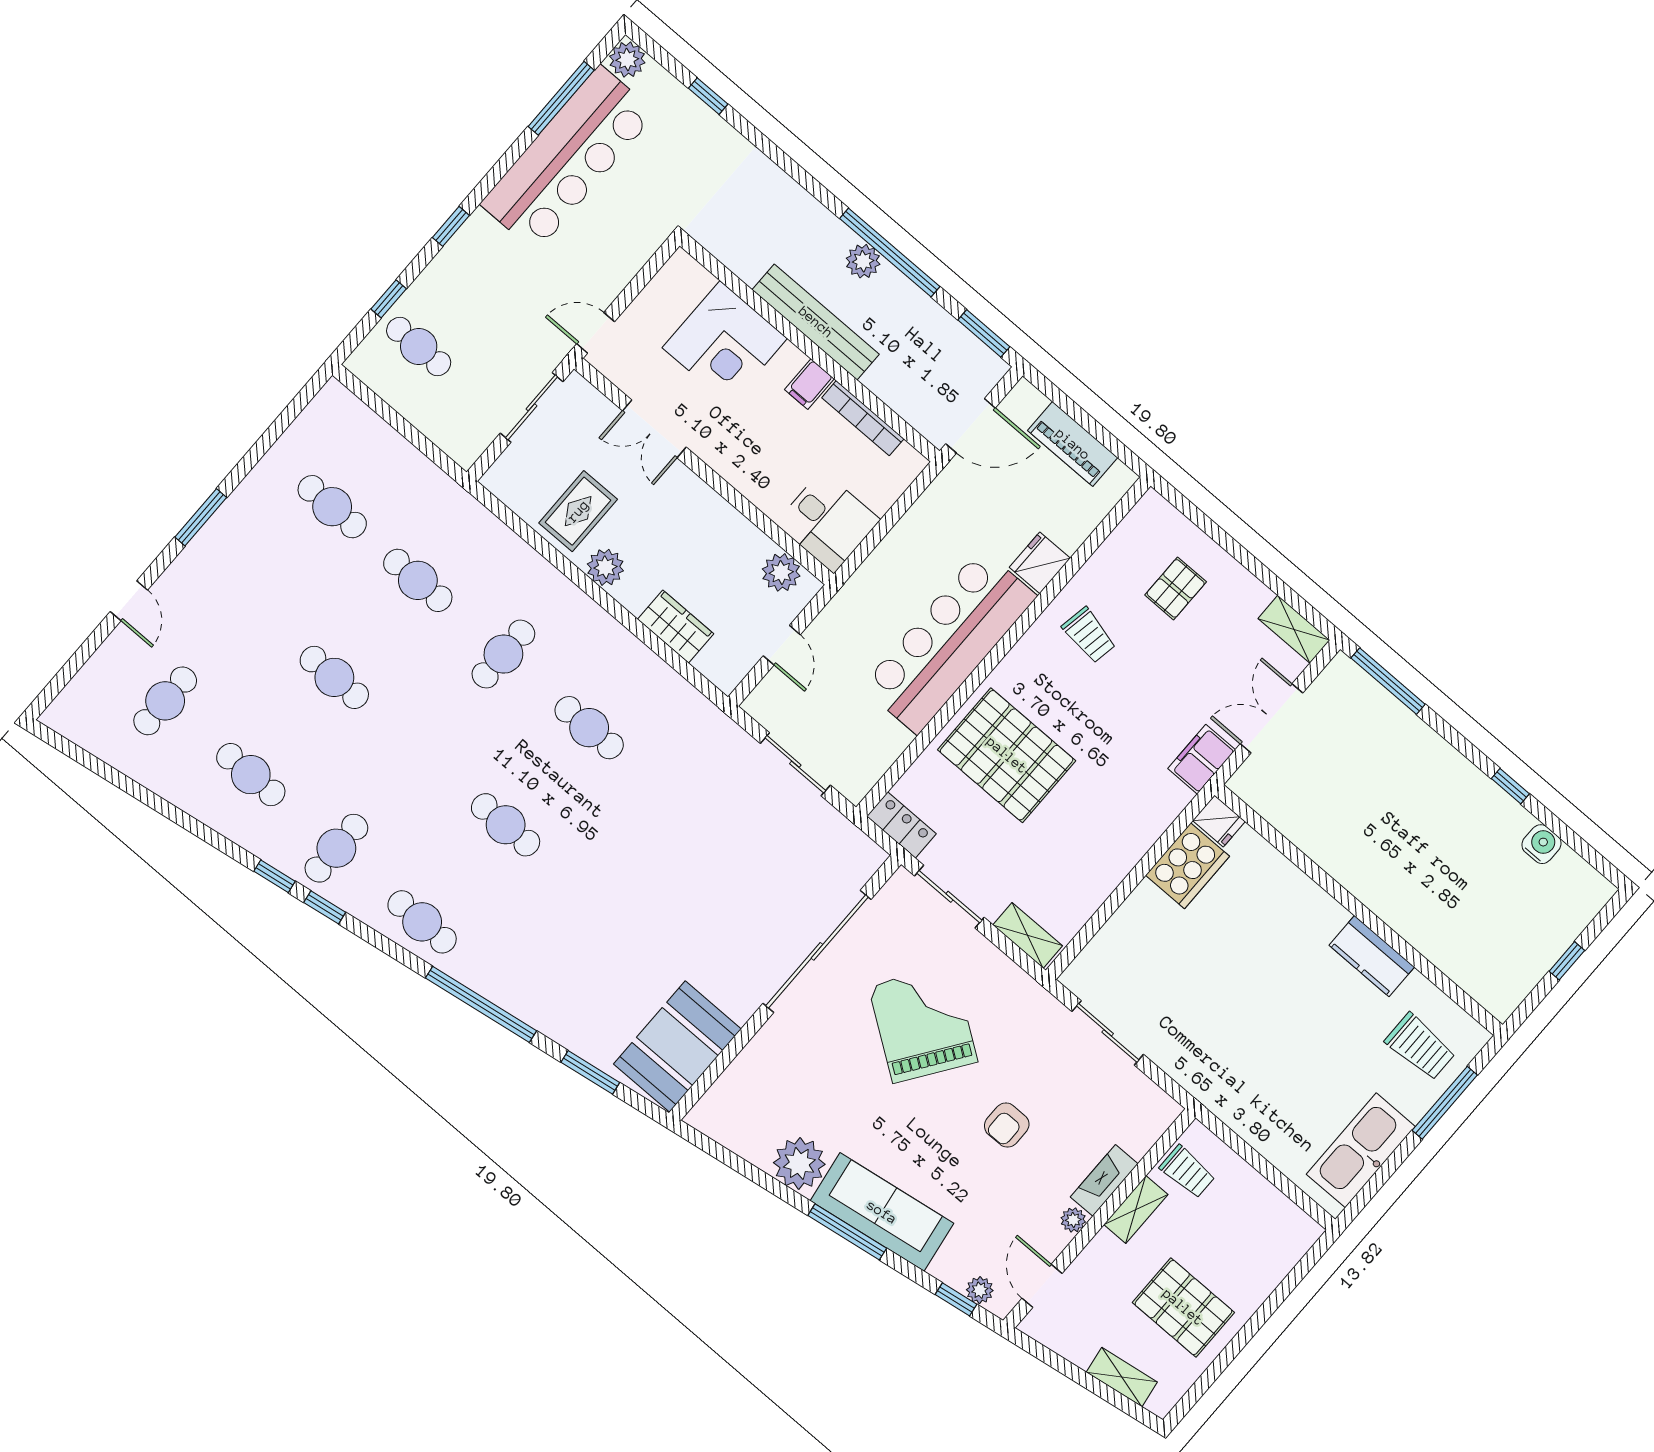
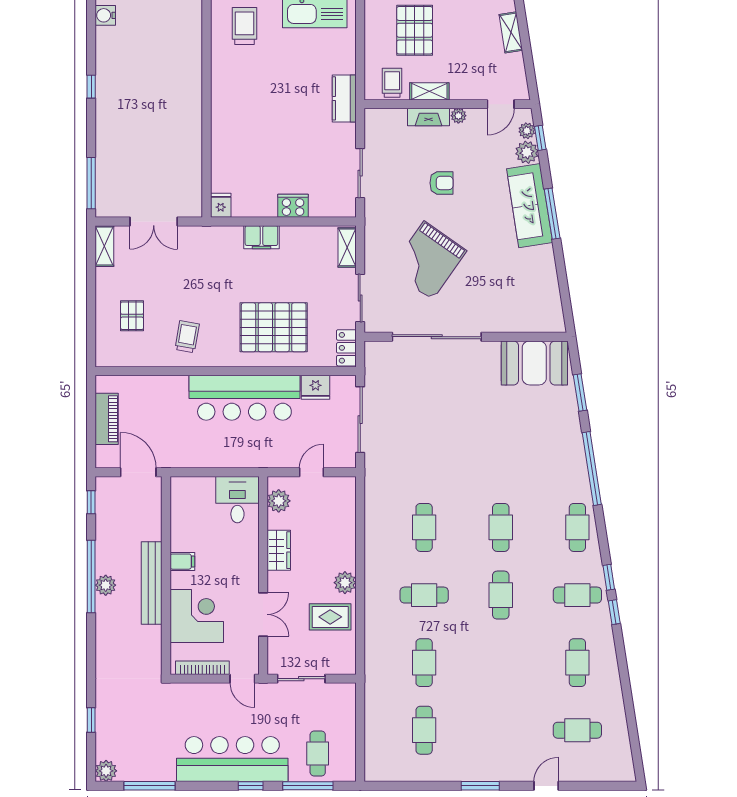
bar counter: (568, 158) -> (232, 759), moved
window: (389, 299) -> (308, 786), width x2.17
window: (984, 333) -> (91, 502), width x0.67
bookcase: (863, 418) -> (202, 668), moved, turned -90
fridge: (1040, 563) -> (316, 387), moved
pallet: (1176, 588) -> (132, 316), turned 90
wardrobe: (676, 626) -> (279, 550), moved, turned 180
cafe table: (334, 677) -> (501, 595), moved
pallet: (1007, 755) -> (274, 327), turned 90
filing cabinet: (1202, 759) -> (261, 237), moved
sliding door: (795, 764) -> (360, 420), width x1.37
water cooler: (1542, 844) -> (105, 15), moved
cooker: (1188, 866) -> (293, 206), moved, width x0.73, depth x0.76
kitchen counter: (1372, 956) -> (344, 98), moved, turned 180
plant: (799, 1163) -> (527, 152), moved, width x0.73, depth x0.73
pallet: (1183, 1307) -> (415, 30), moved

